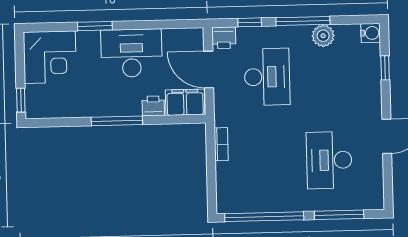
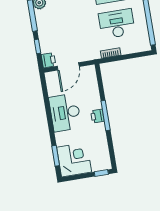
window: (95, 26) -> (56, 156), moved
desk: (267, 77) -> (117, 24), moved
filing cabinet: (185, 102) -> (89, 77), removed
printer: (153, 106) -> (97, 116), moved

